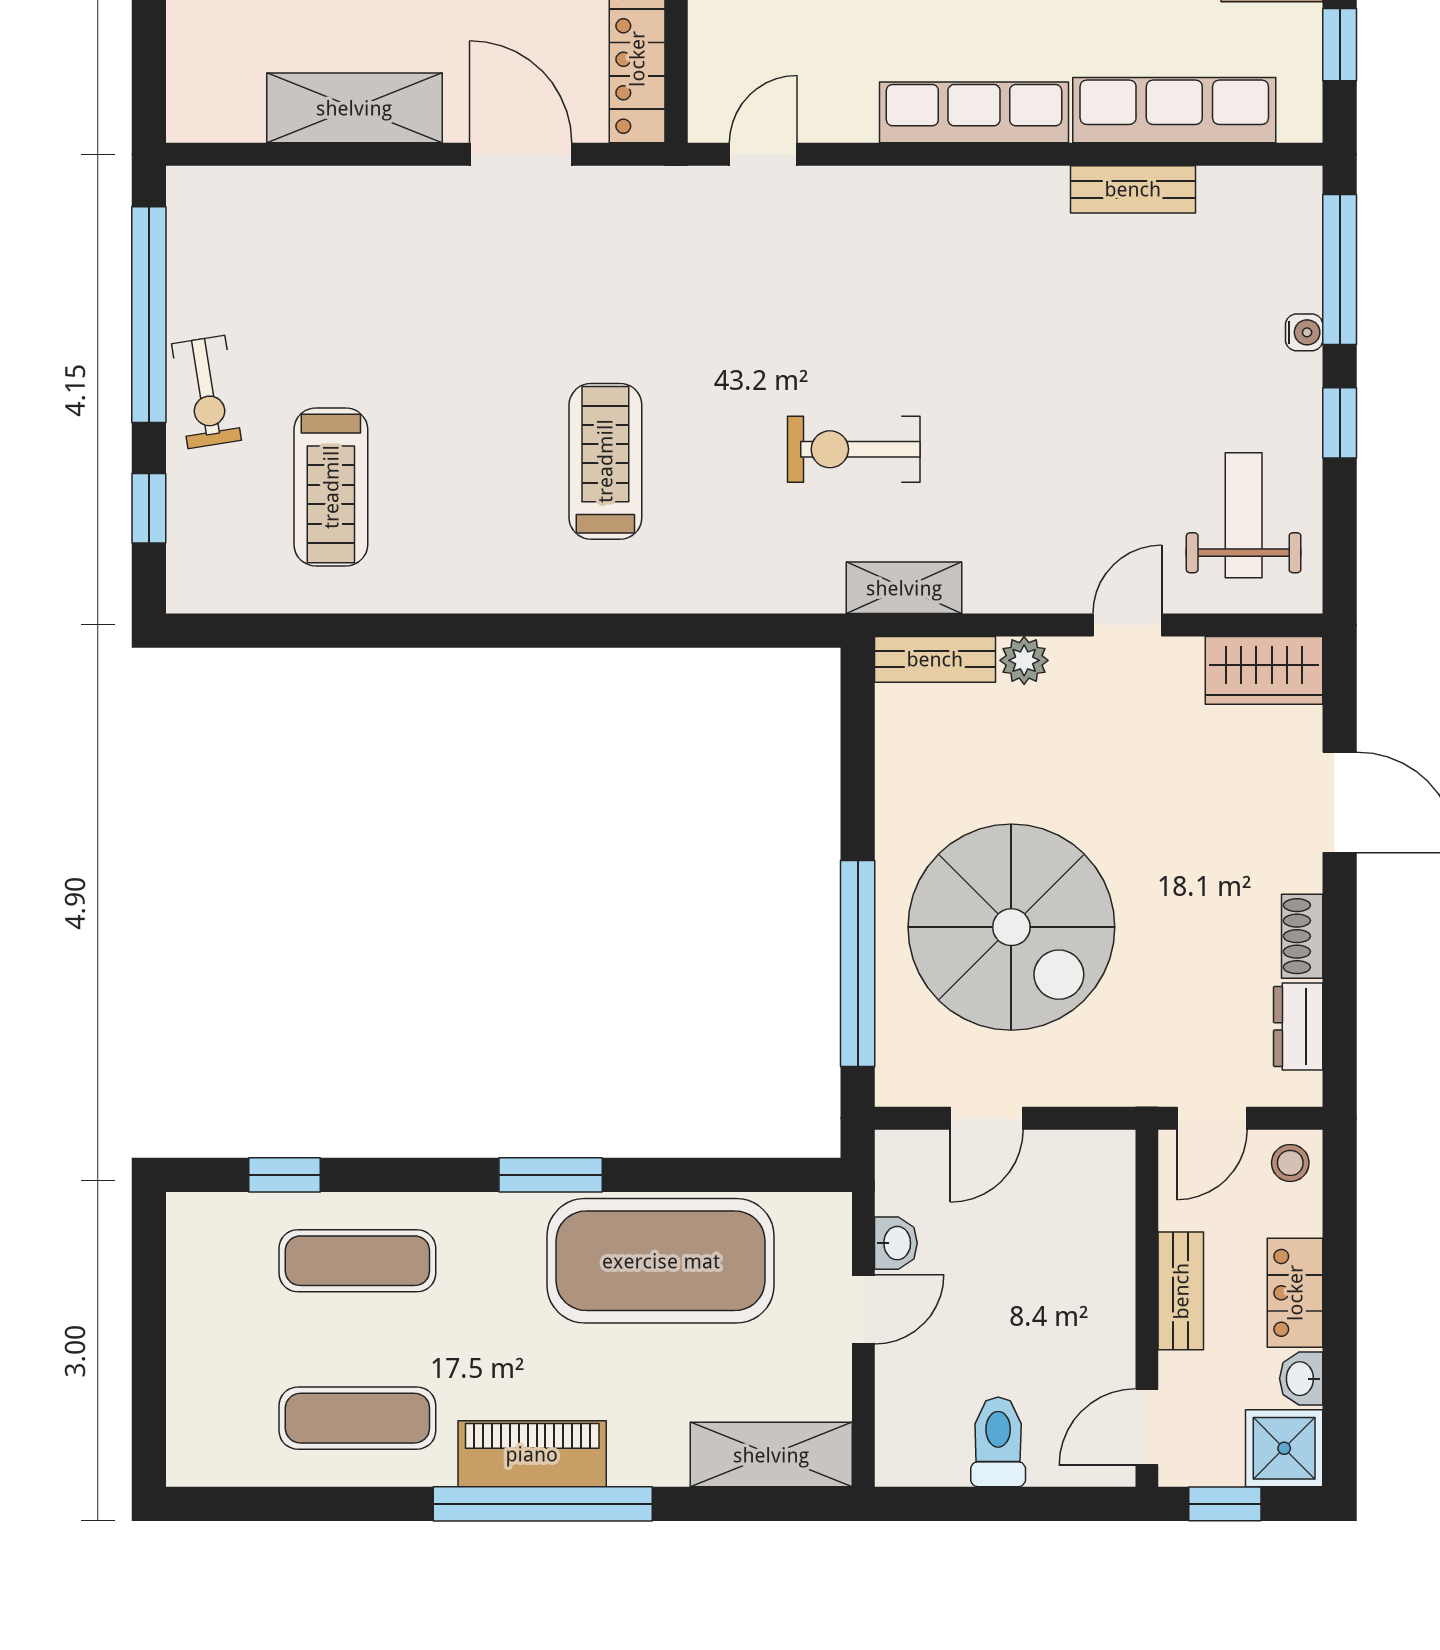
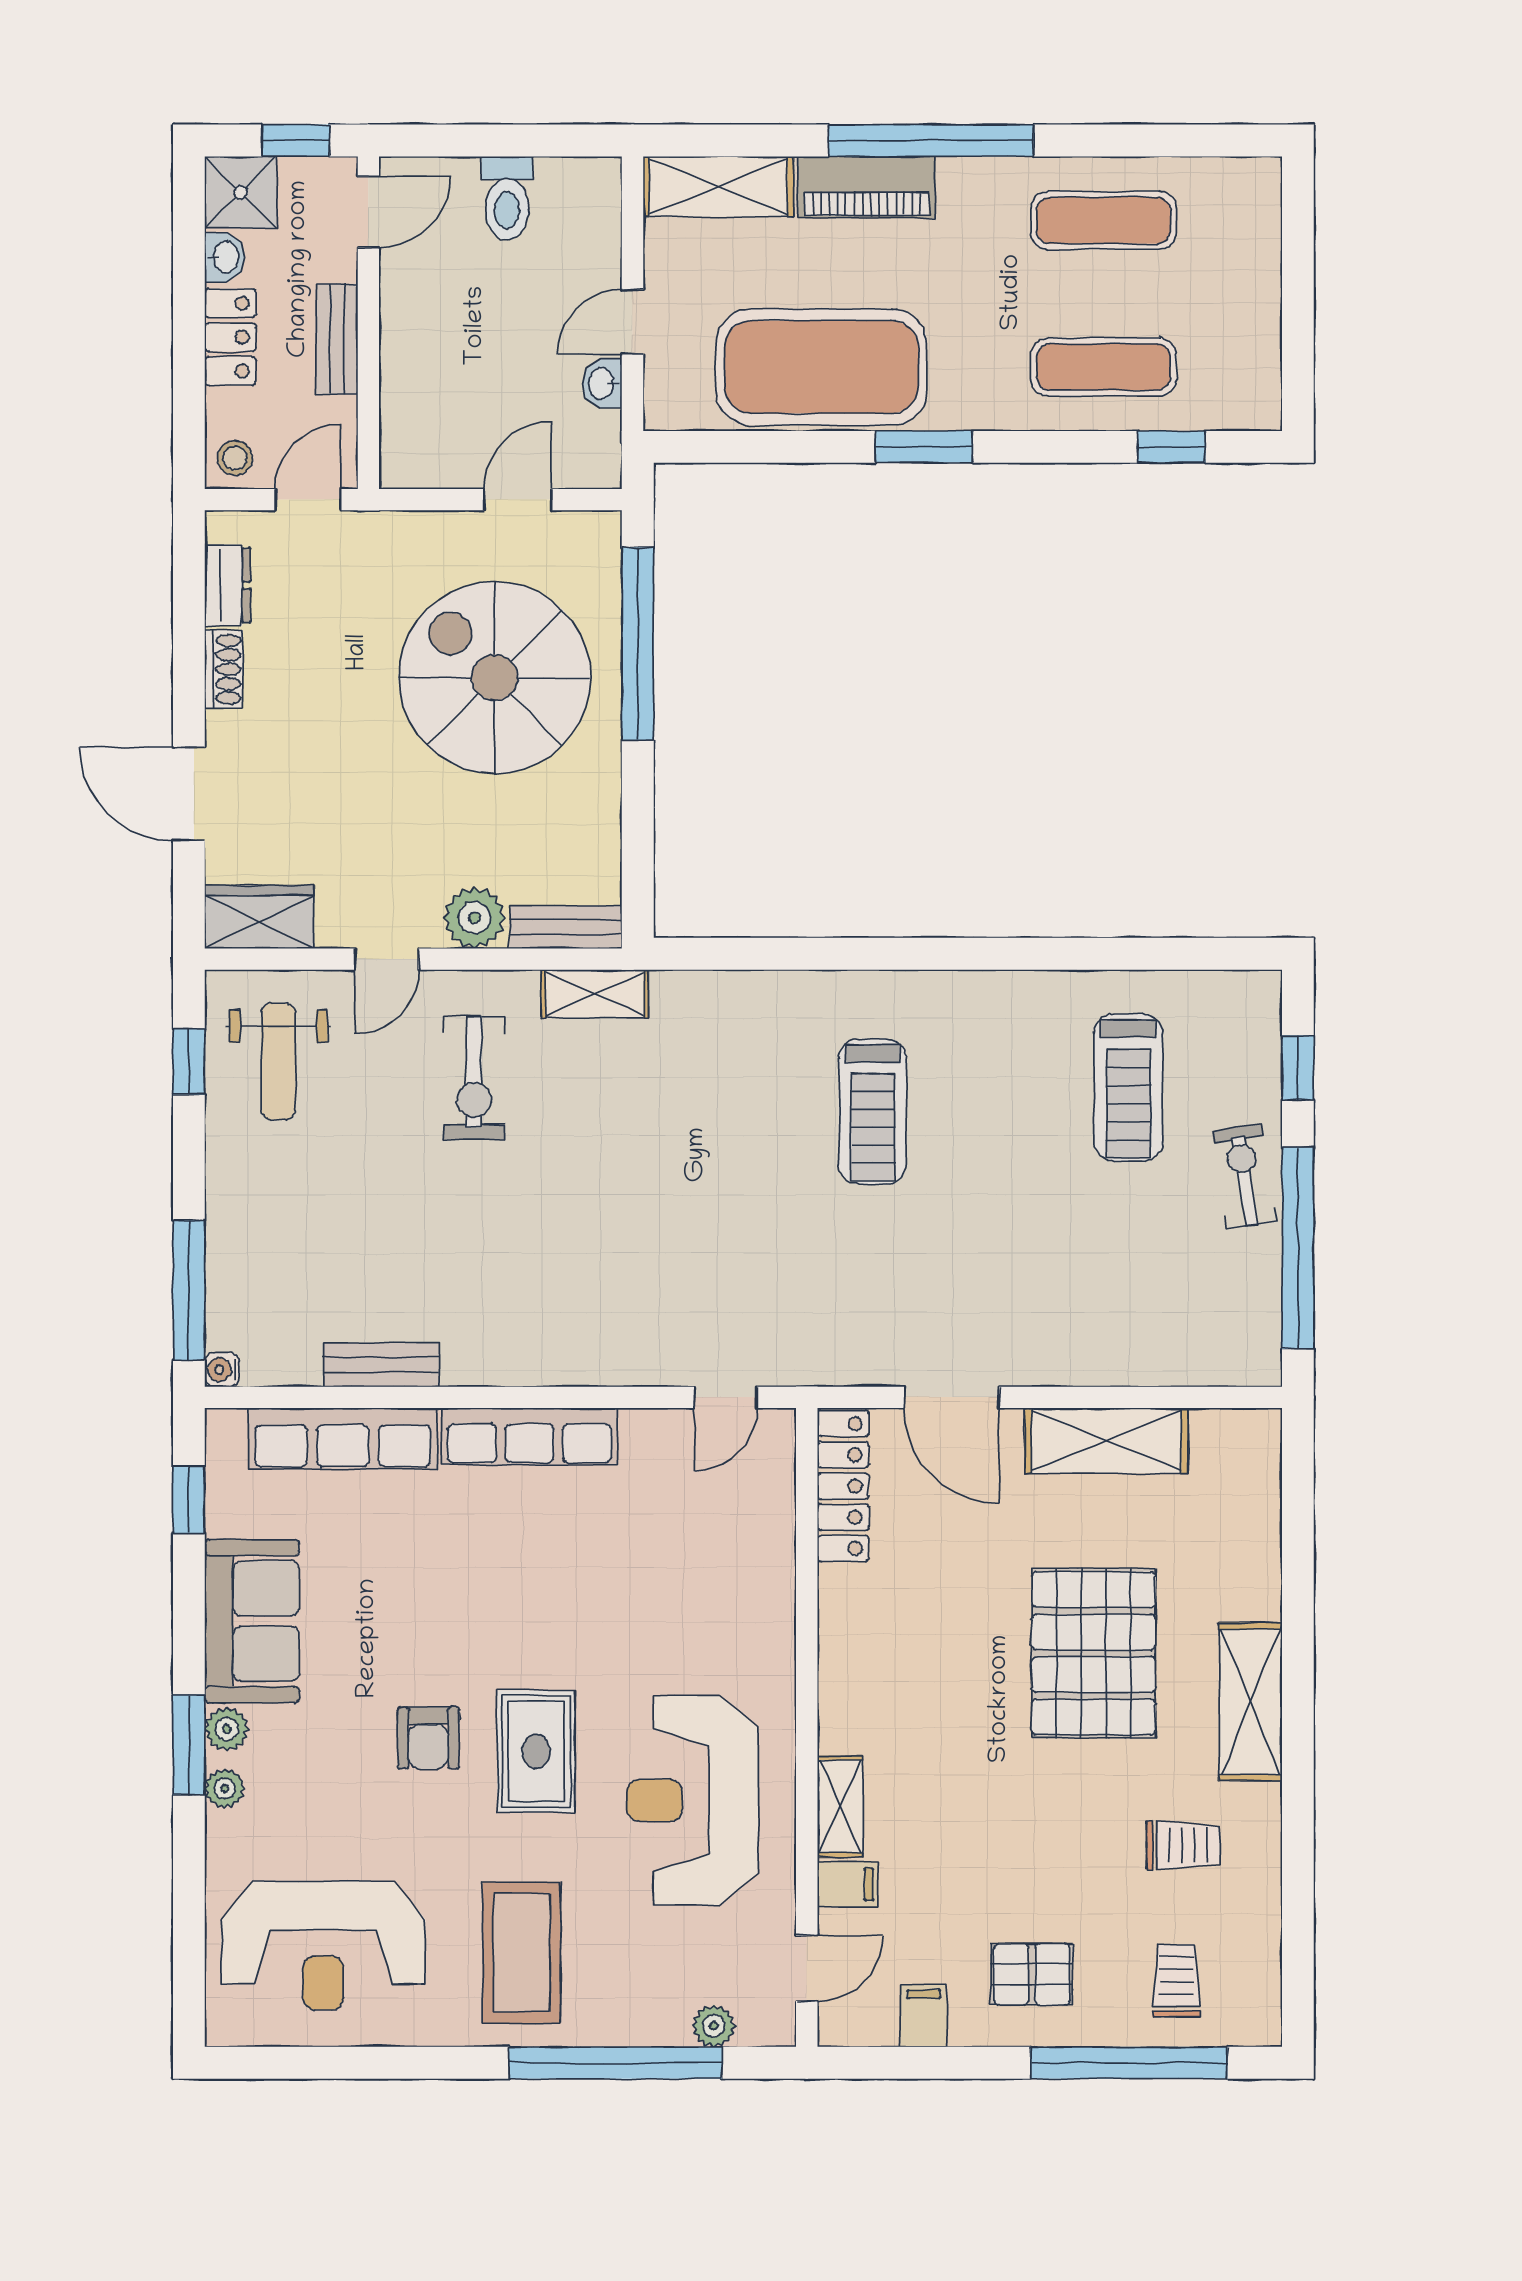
water cooler: (1304, 332) -> (222, 1370), moved
window: (1340, 423) -> (189, 1061), moved
exercise bike: (854, 449) -> (474, 1078), moved, turned 90
treadmill: (331, 487) -> (1128, 1088), turned 180
plant: (1024, 660) -> (474, 918), width x1.38, depth x1.38
piano: (532, 1454) -> (867, 187), moved

